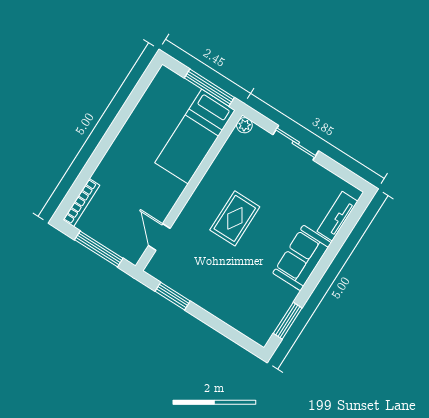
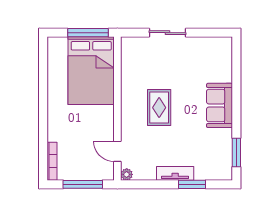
plant: (244, 125) -> (127, 174), moved
bed: (195, 137) -> (91, 71), width x1.50
tv unit: (337, 216) -> (175, 173), moved, turned 90
window: (173, 296) -> (192, 184), moved

